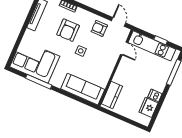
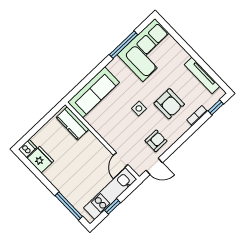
armchair: (68, 30) -> (169, 104), turned 180
door: (124, 48) -> (121, 160), hinge flipped
dishwasher: (155, 95) -> (28, 148), moved

